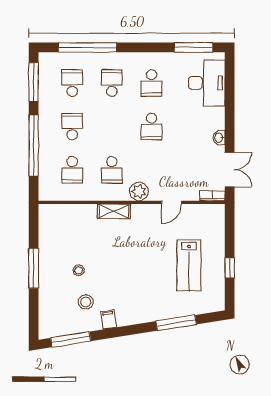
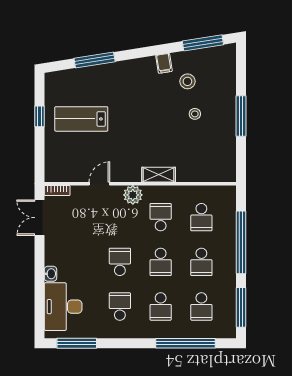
school desk: (112, 126) -> (161, 262), added
washbasin: (219, 138) -> (50, 274), moved
school desk: (72, 170) -> (201, 217), turned 180
lab bench: (189, 265) -> (81, 119), turned -90

